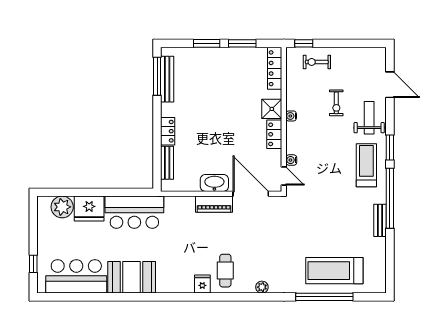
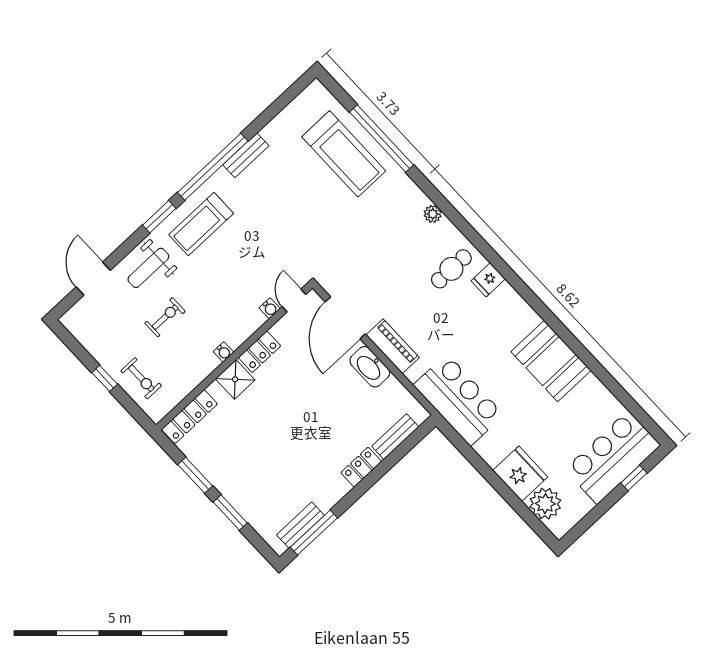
window: (304, 43) -> (105, 378), moved
bench: (167, 79) -> (300, 525), width x0.73
bar counter: (134, 212) -> (459, 400), moved
bar counter: (76, 276) -> (613, 457), moved, turned 90

